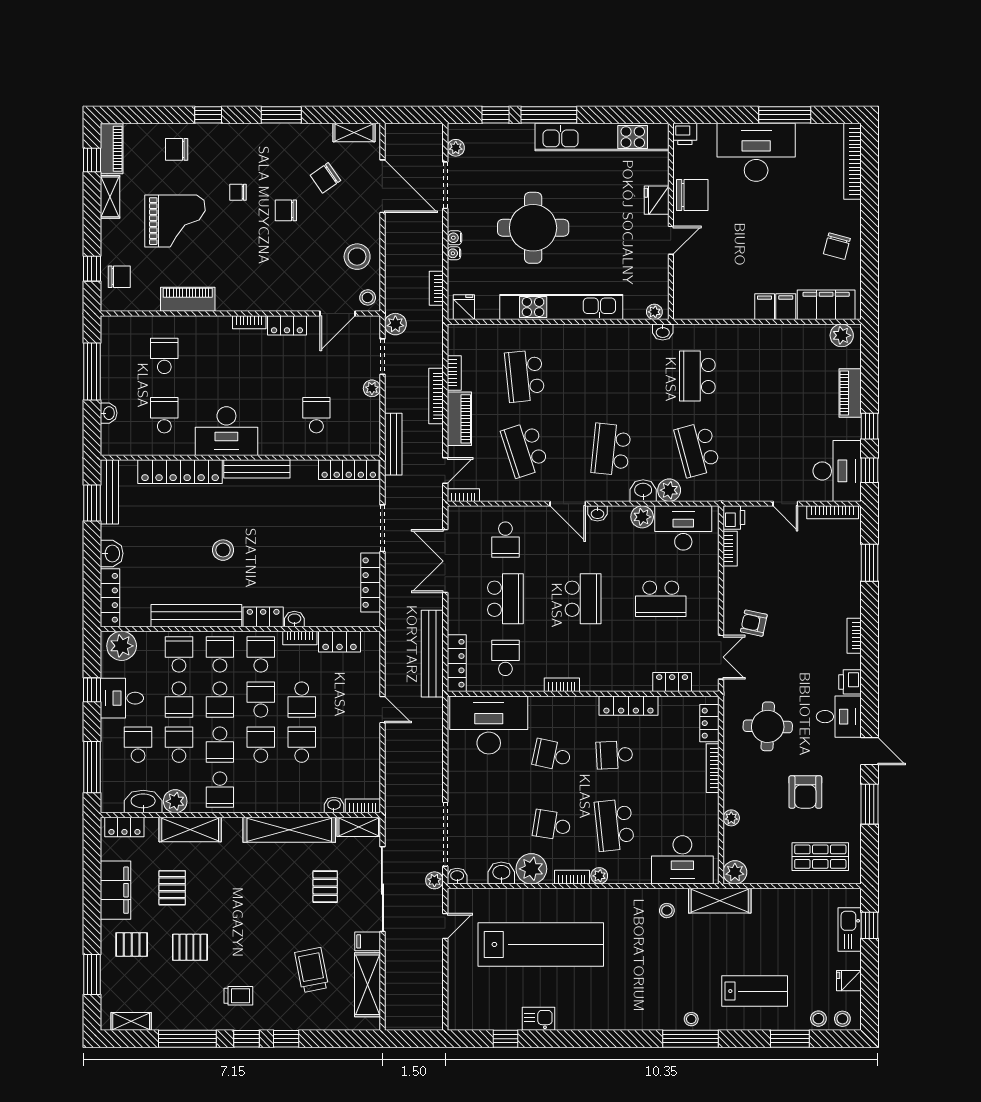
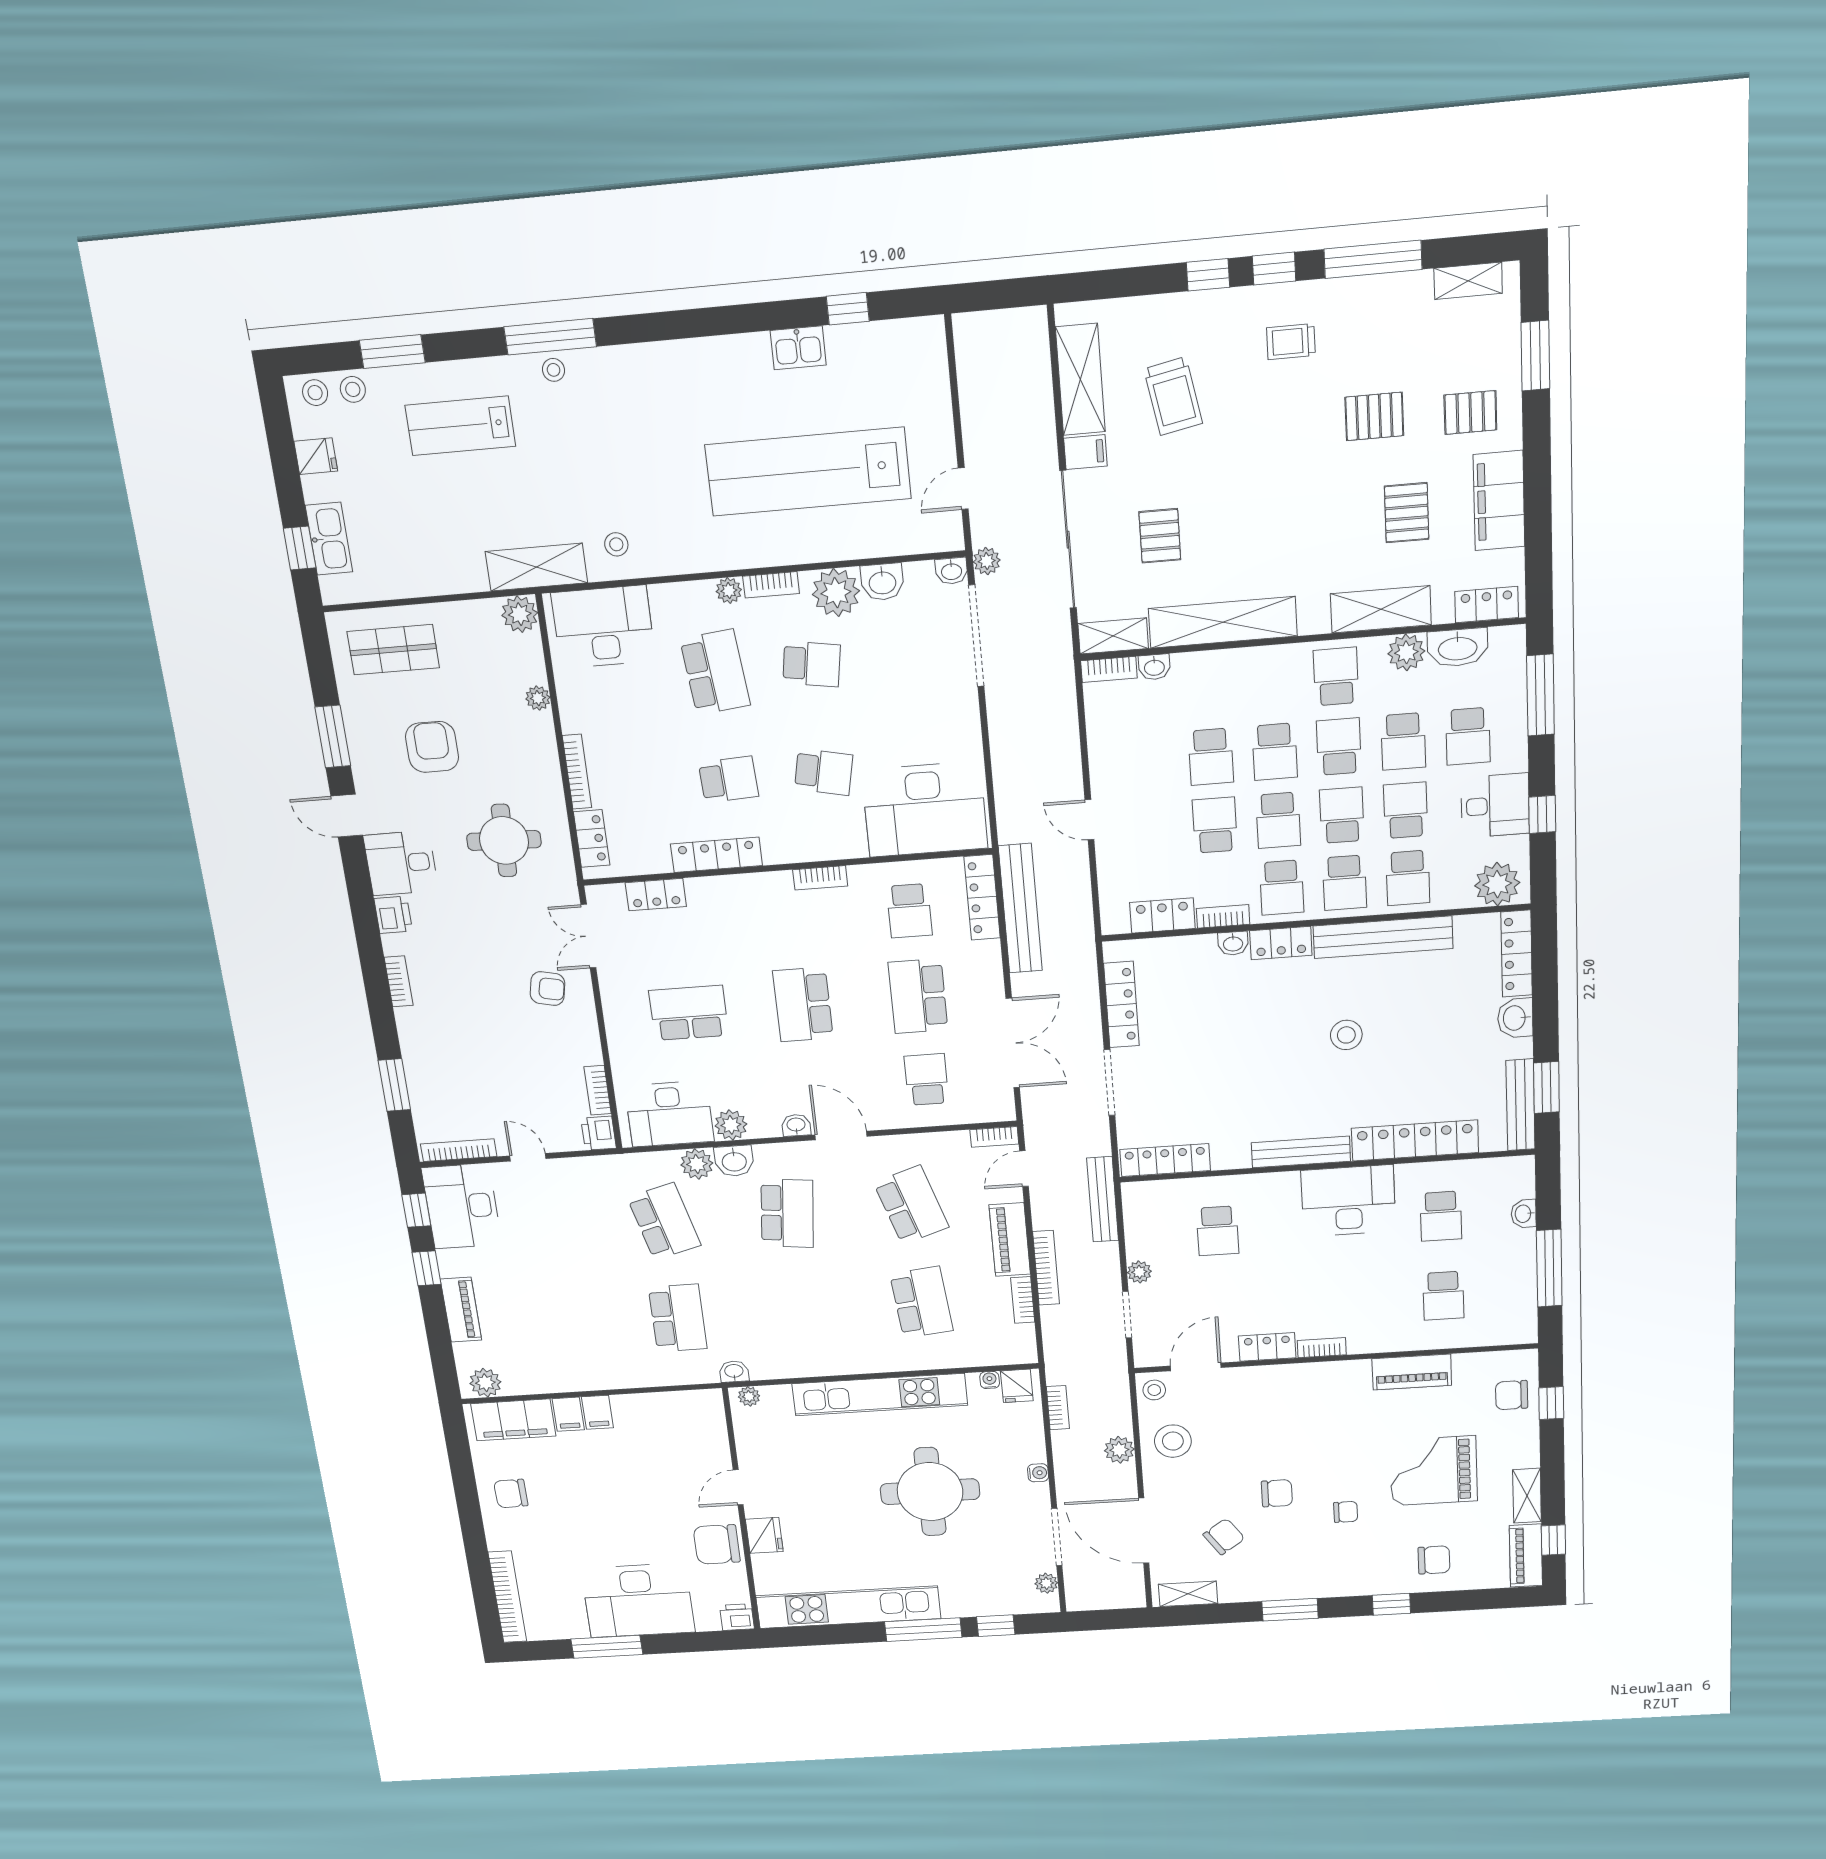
chair: (837, 246) -> (511, 1493), turned -106
water cooler: (454, 253) -> (990, 1380), moved, turned -90
plant: (395, 324) -> (1119, 1450), moved

